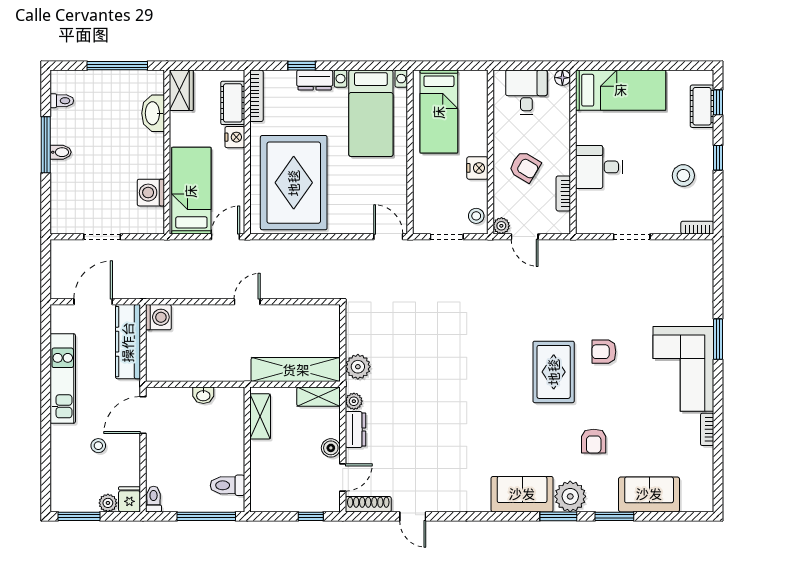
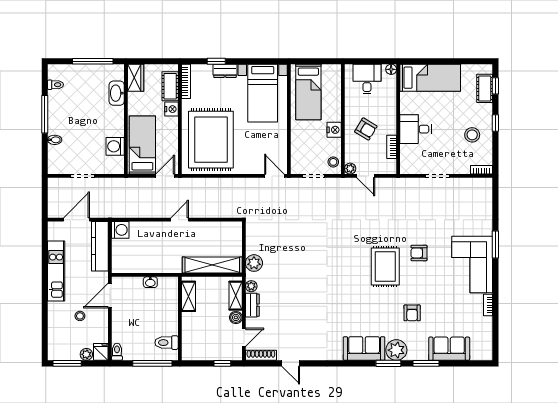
bidet: (61, 152) -> (55, 140), moved
shelving: (319, 397) -> (236, 296), moved, turned 90

